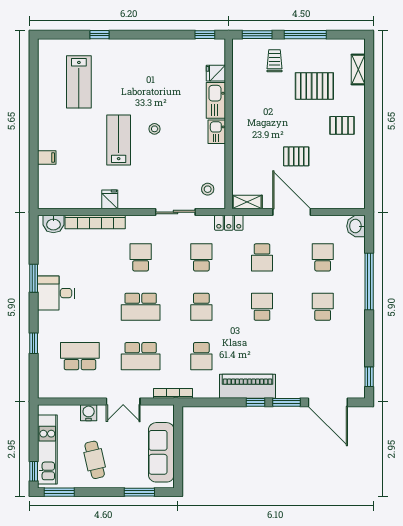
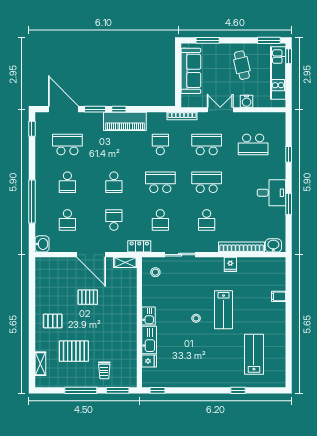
school desk: (201, 307) -> (160, 182), width x1.85
school desk: (323, 356) -> (67, 144), added

